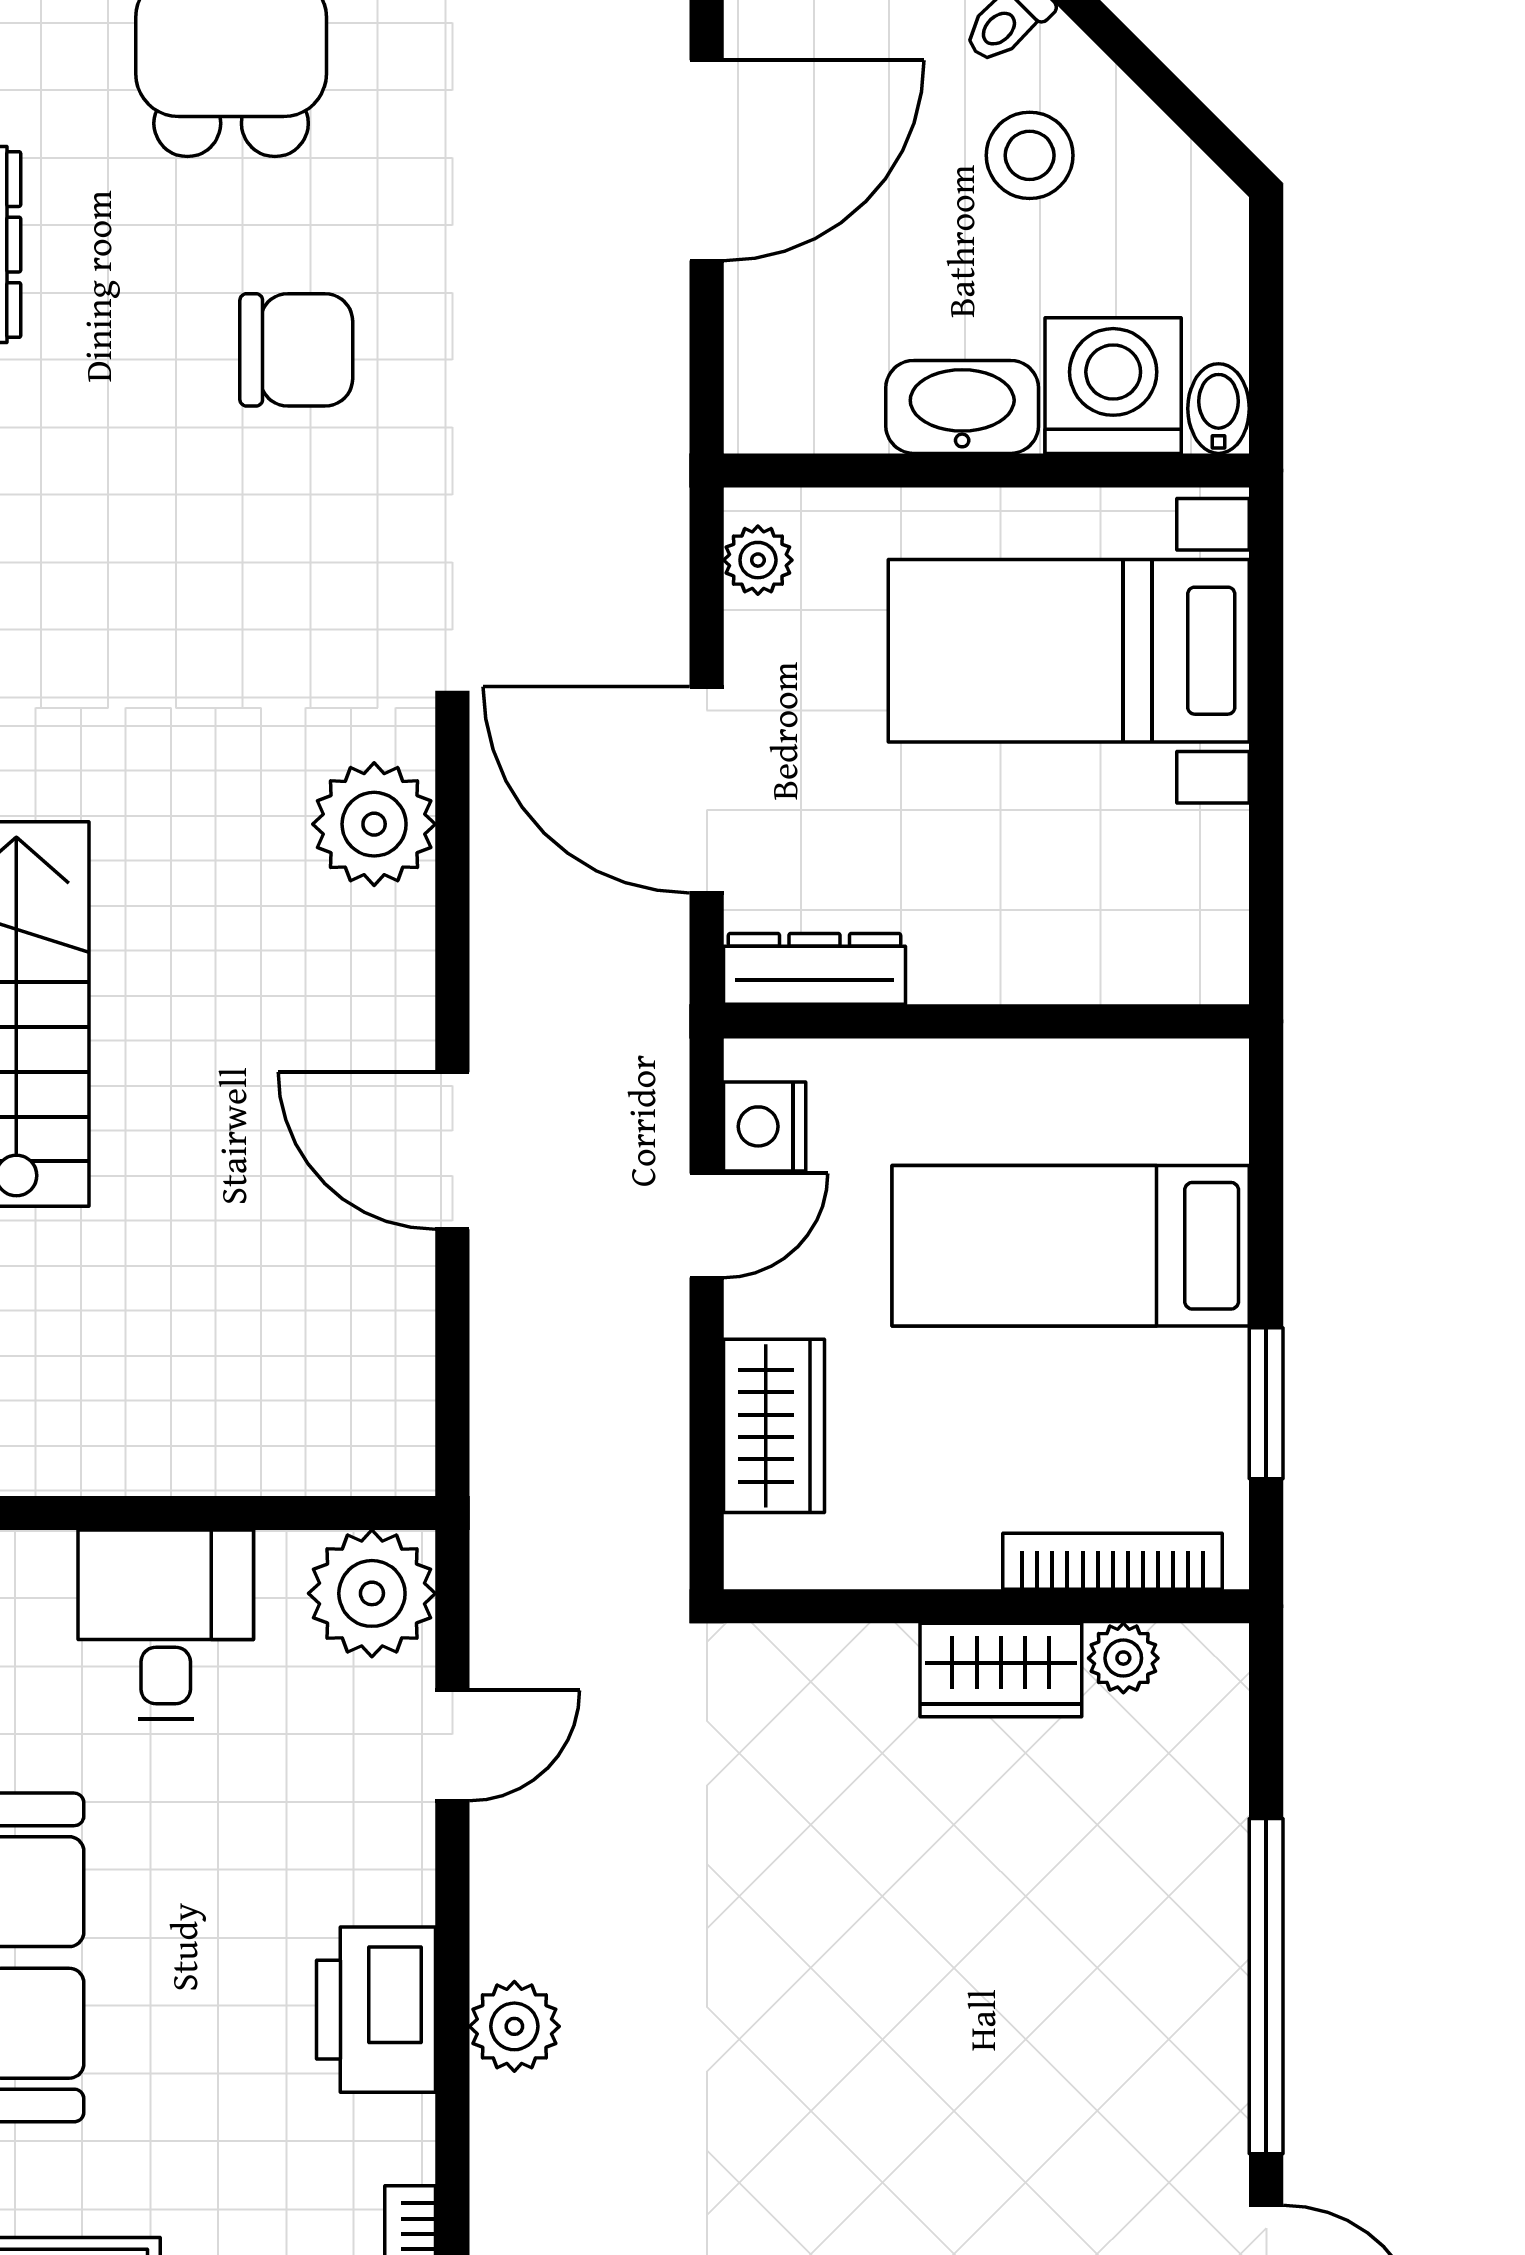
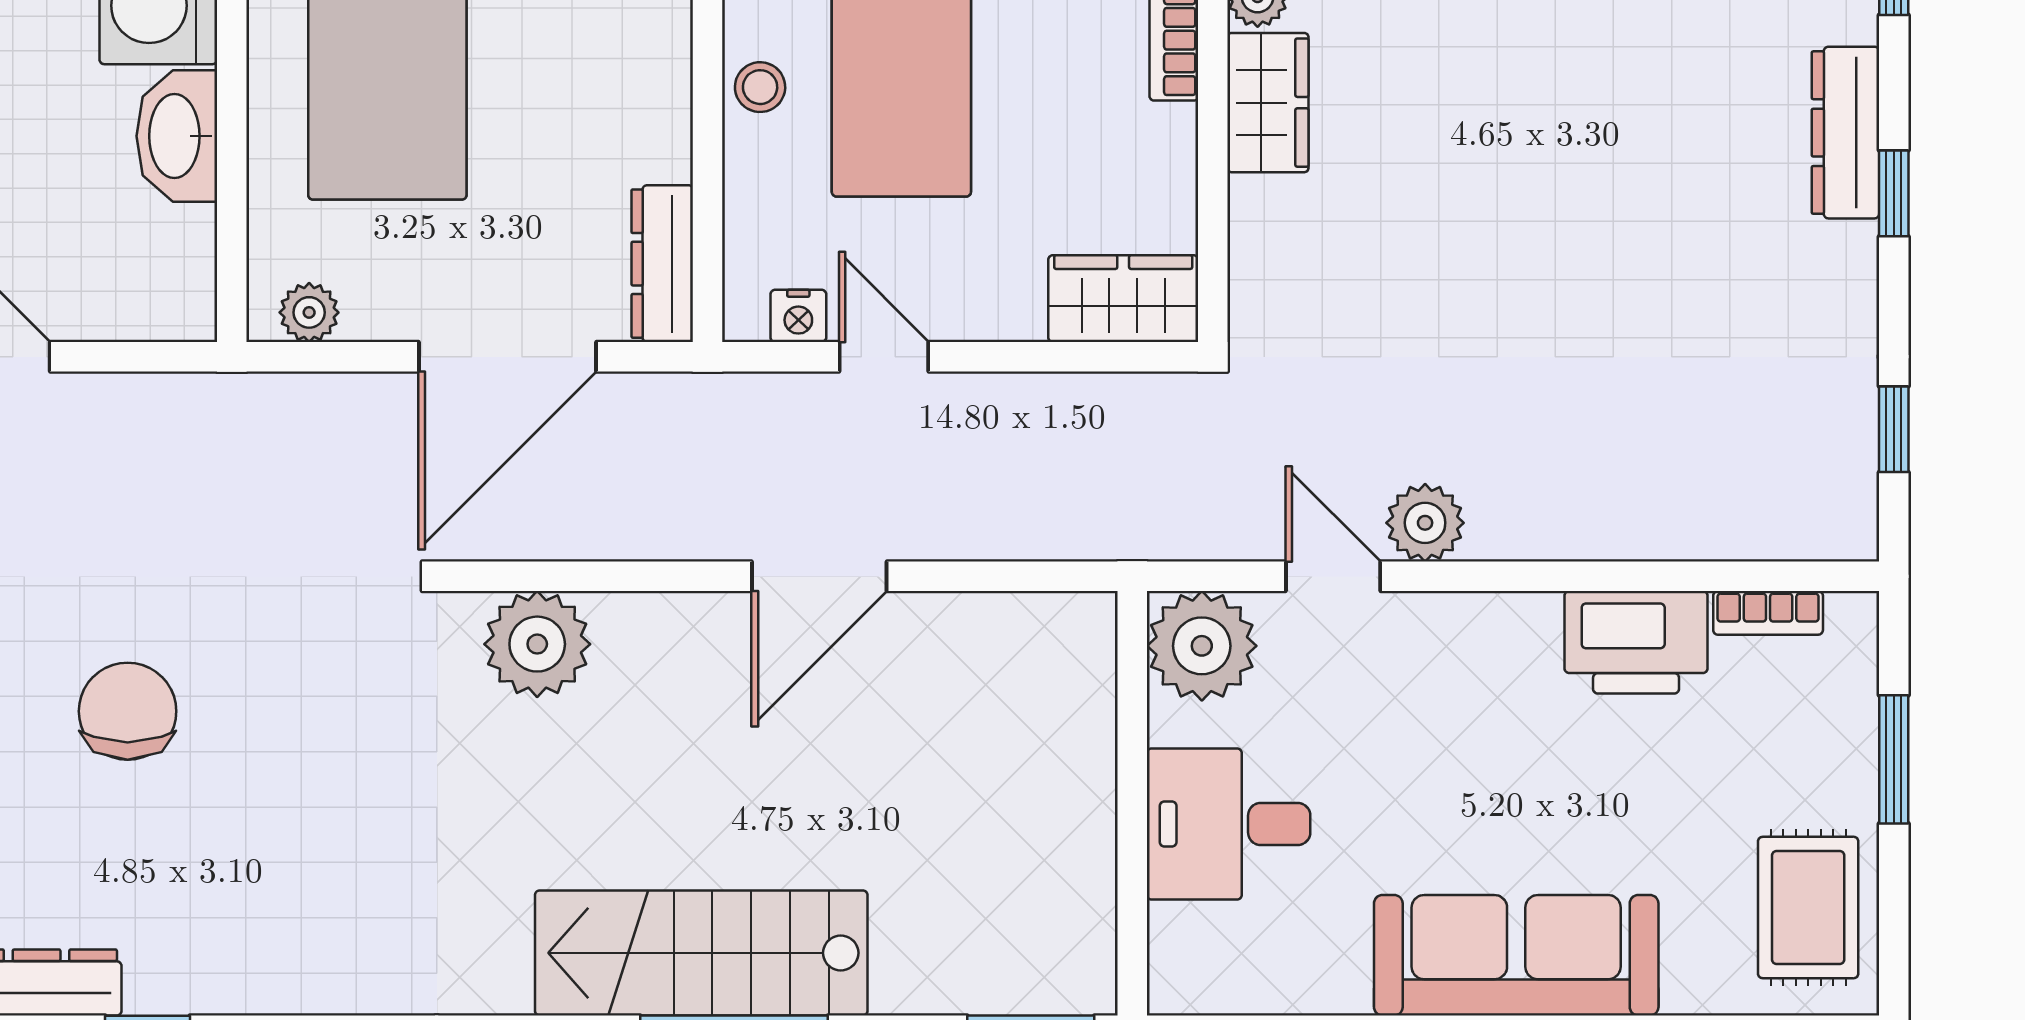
stool: (1019, 1082) -> (760, 87), added
nightstand: (765, 1126) -> (798, 316), width x0.72, depth x0.74
wardrobe: (774, 1426) -> (1123, 299), moved
printer: (376, 2010) -> (1636, 642), moved
plant: (514, 2026) -> (1425, 523), moved

